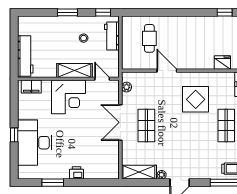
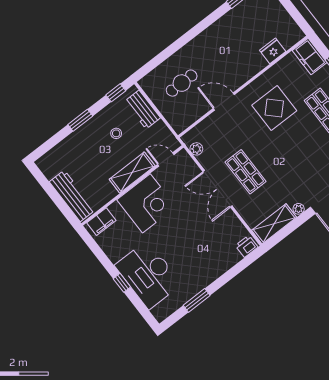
cafe table: (149, 38) -> (182, 83), turned 90
printer: (77, 173) -> (247, 246), moved

